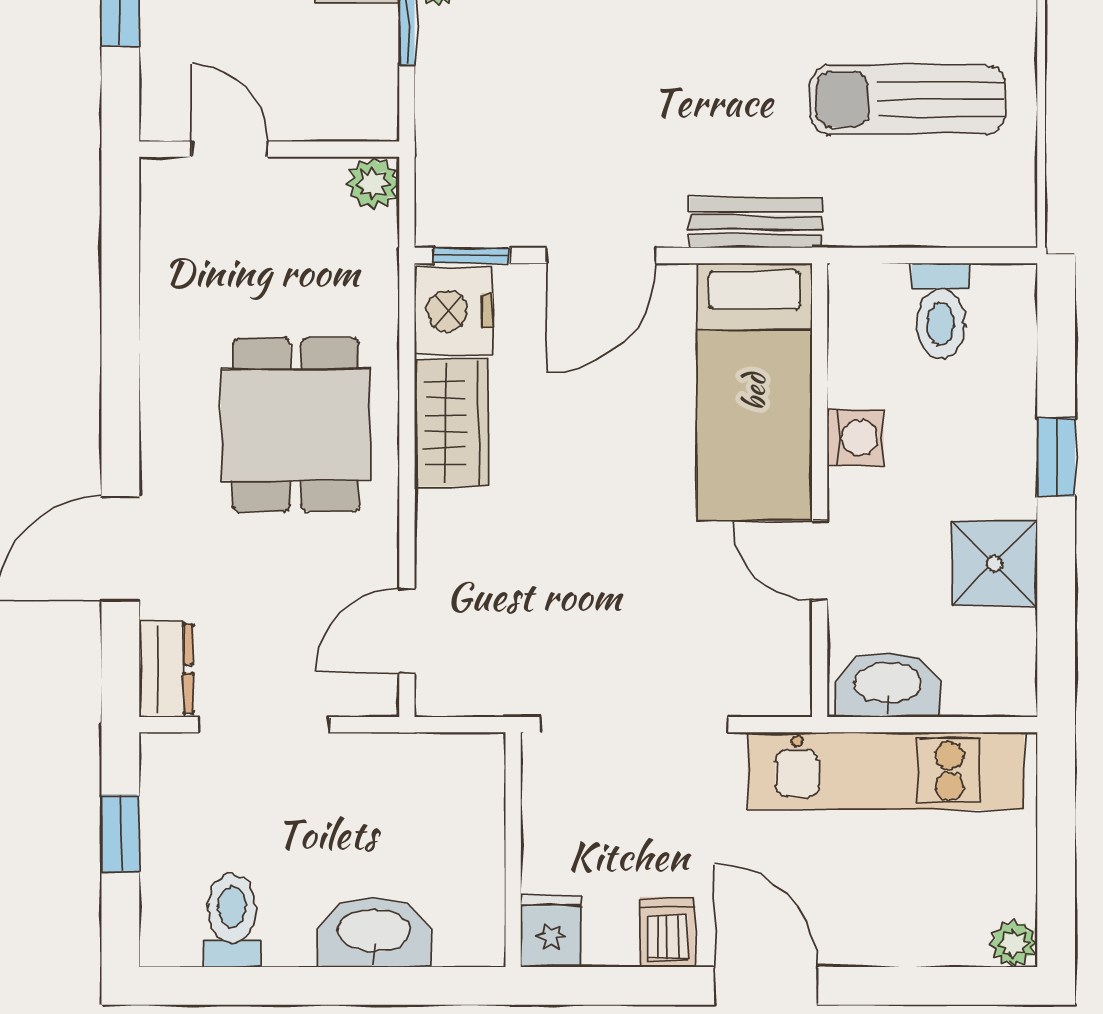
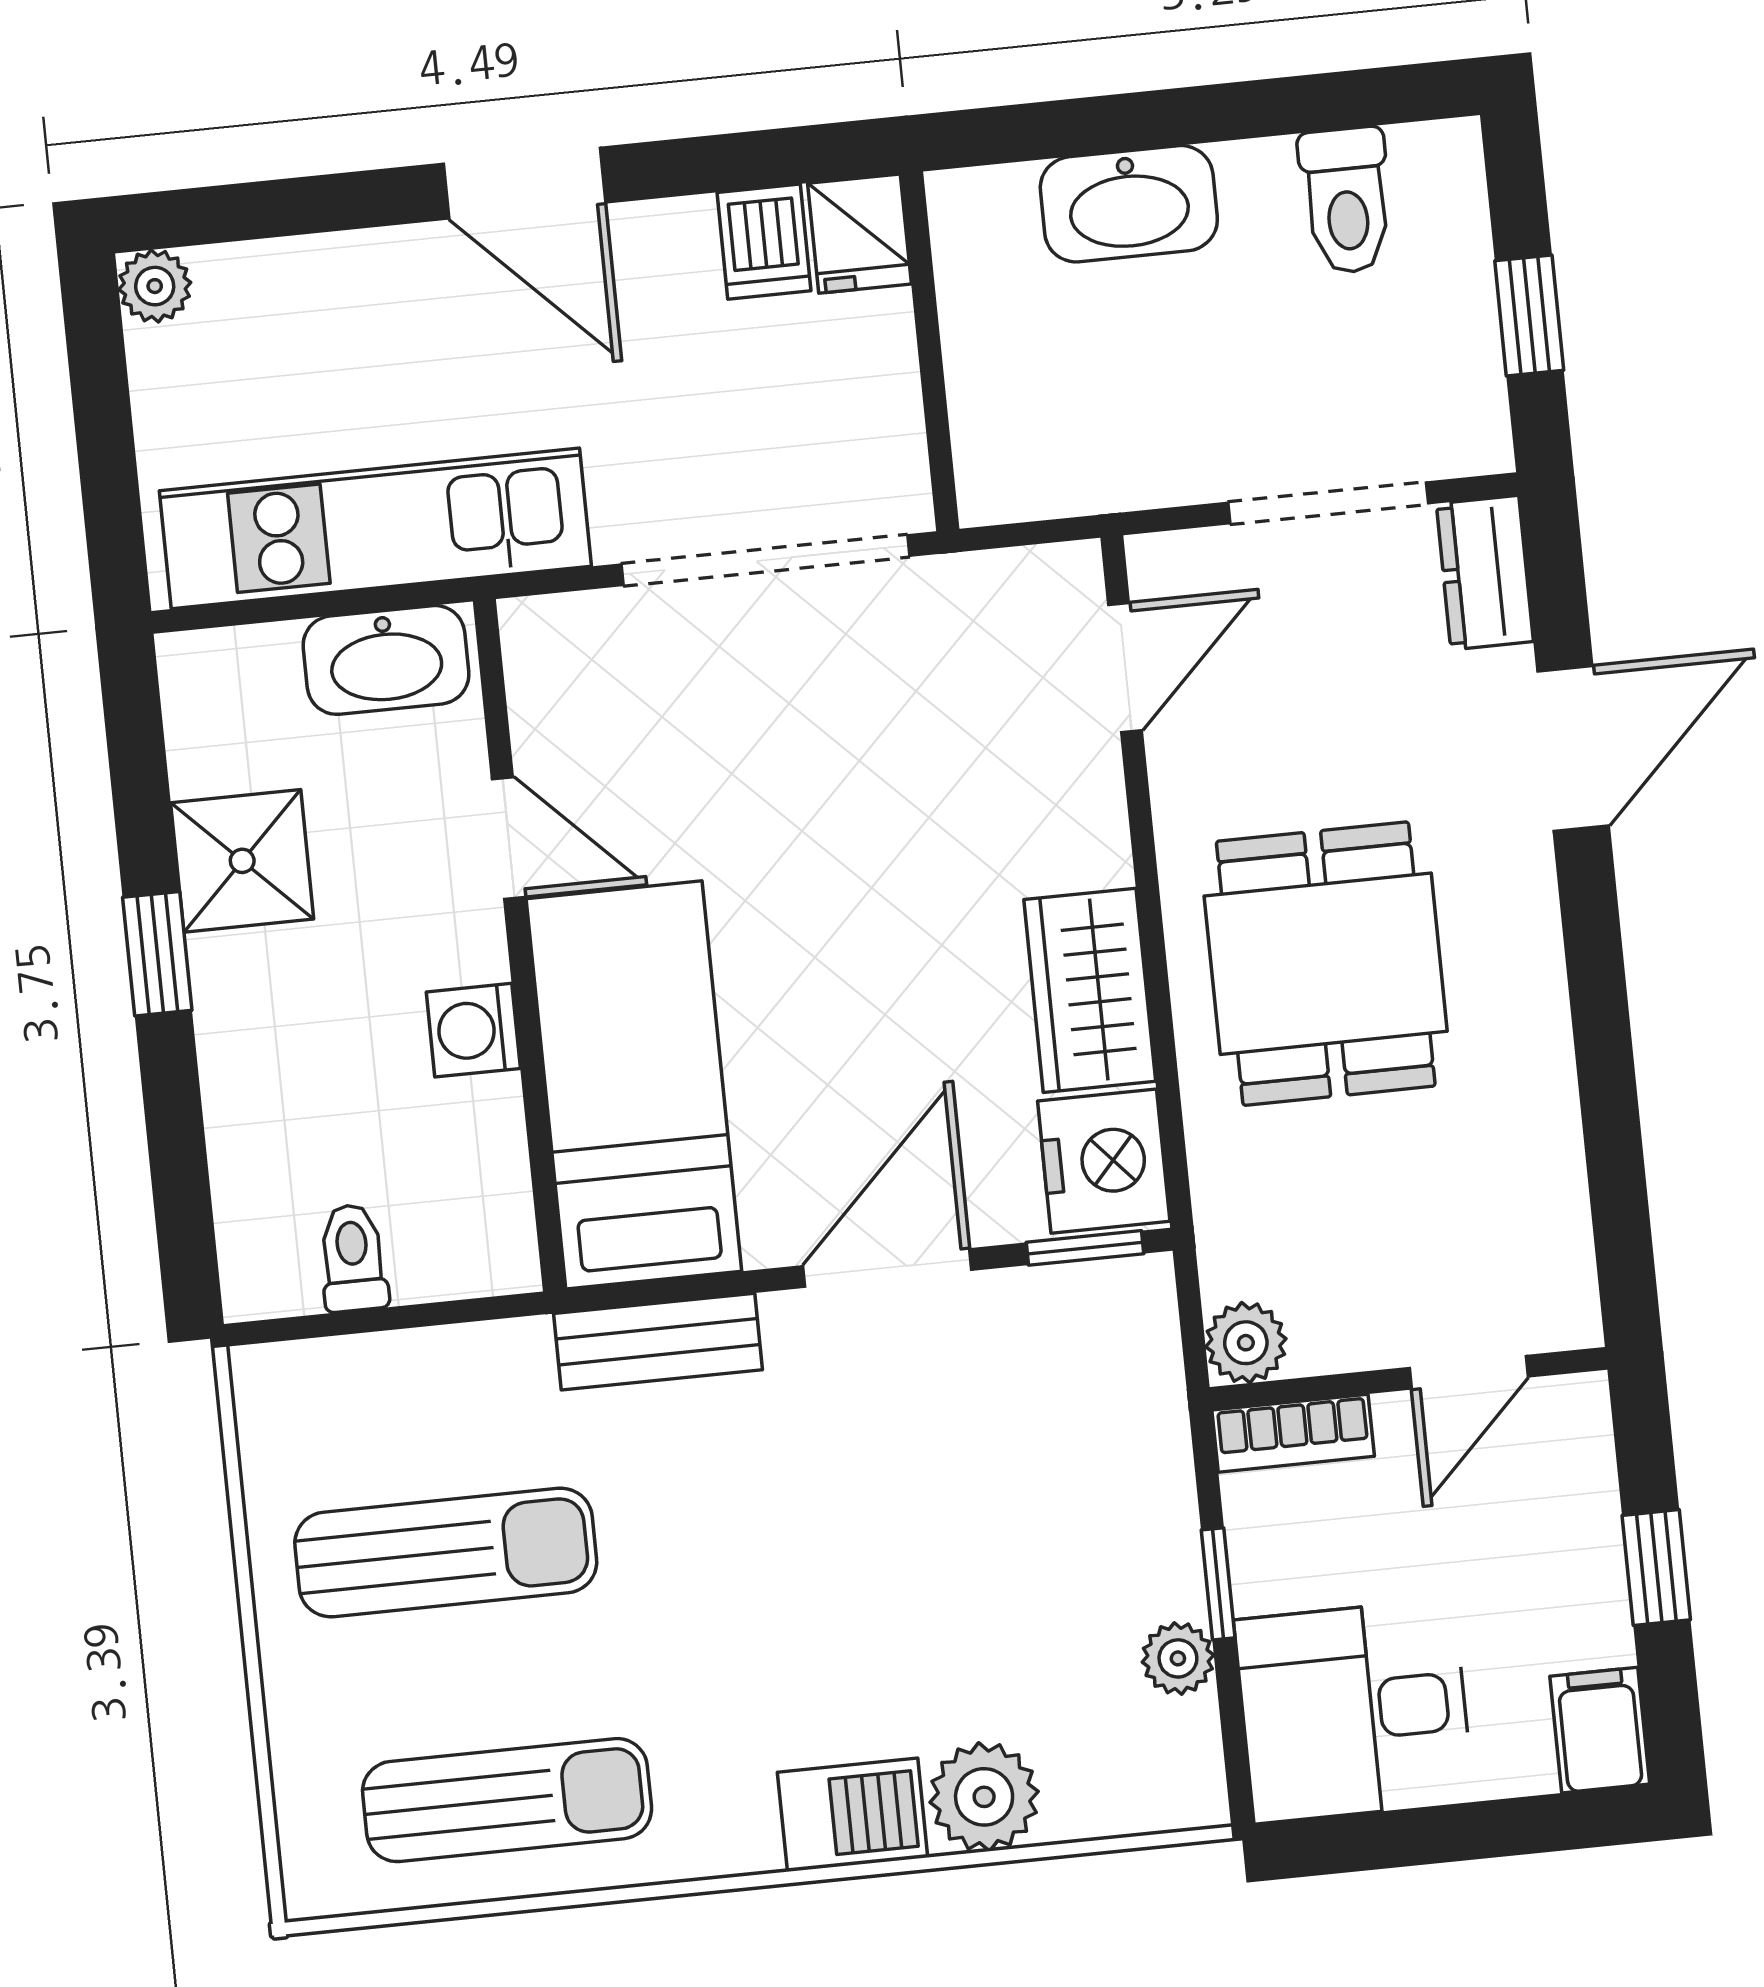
bookcase: (348, 121) -> (1293, 1433), added
door: (230, 149) -> (1469, 1372), hinge flipped
toilet: (941, 311) -> (353, 1258), width x0.73, depth x0.72
window: (1056, 457) -> (157, 954), moved
dishwasher: (667, 932) -> (764, 242), moved

